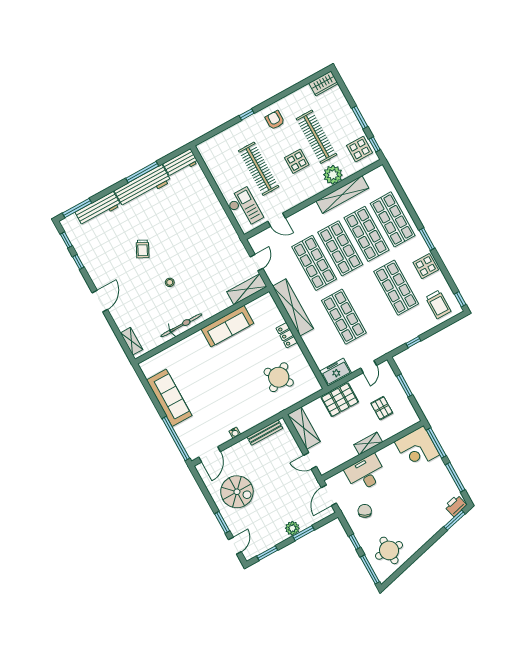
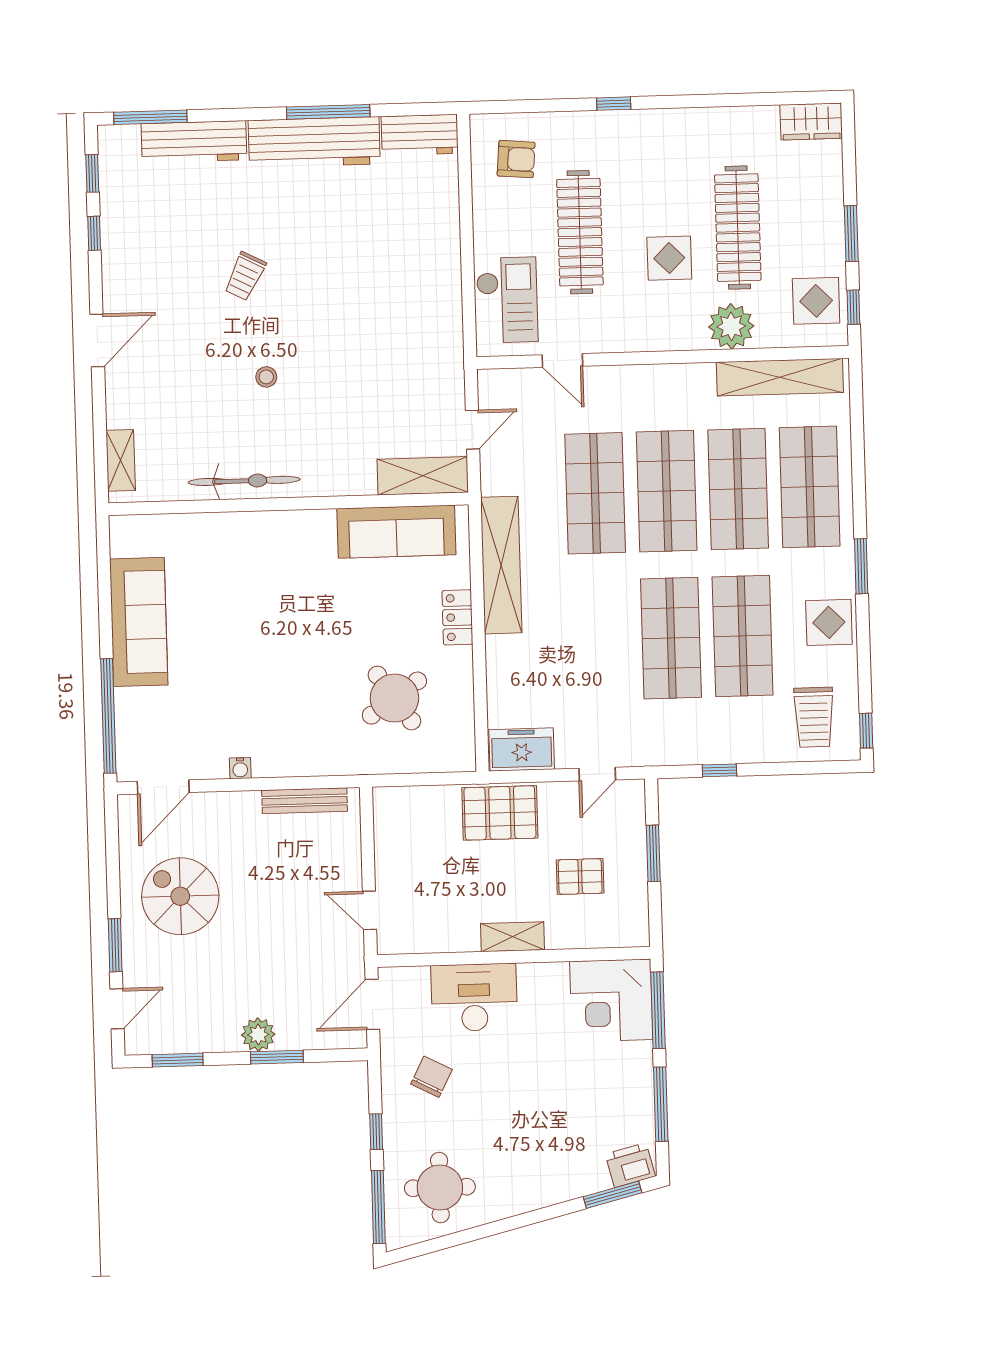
armchair: (275, 120) -> (516, 159), moved, turned 95
shelving: (342, 195) -> (780, 377), moved
shop shelf: (344, 317) -> (671, 638), moved
sofa: (227, 326) -> (396, 532), moved
pallet: (382, 408) -> (580, 877), turned 90
shelving: (304, 428) -> (392, 834), removed
spiral stairs: (237, 492) -> (180, 896), turned 180

